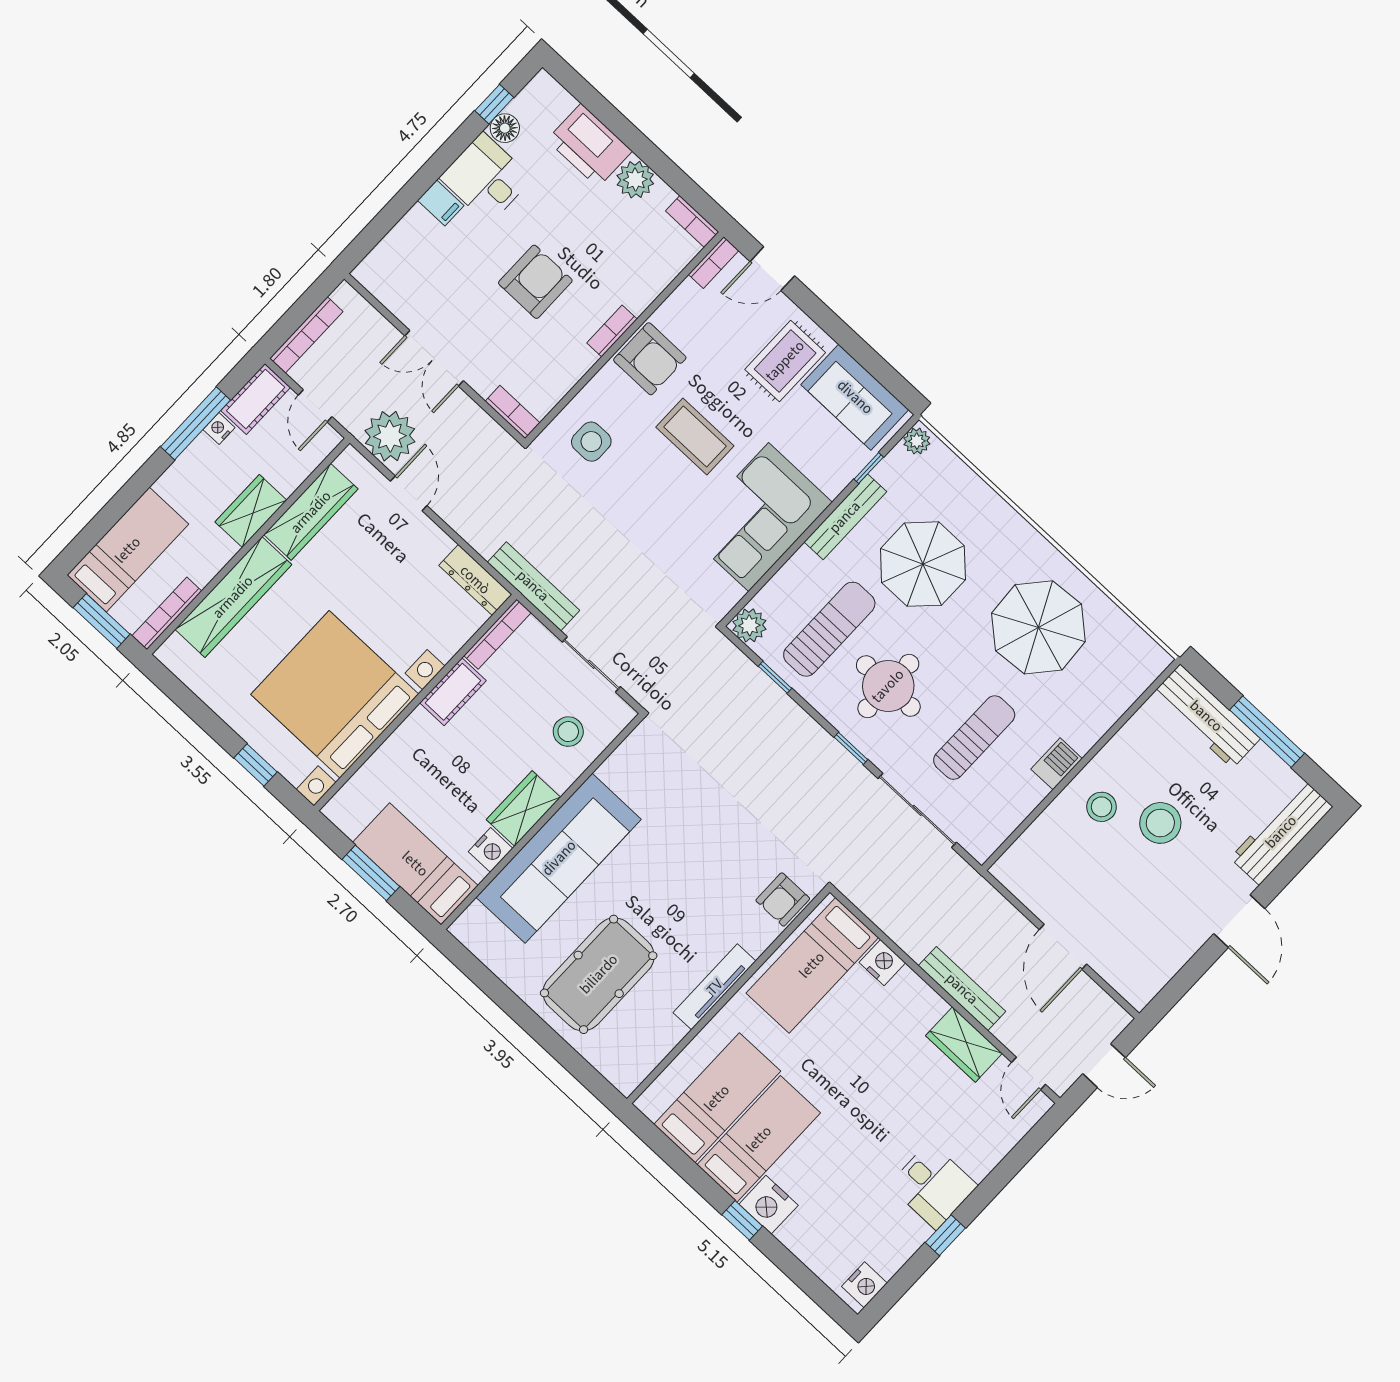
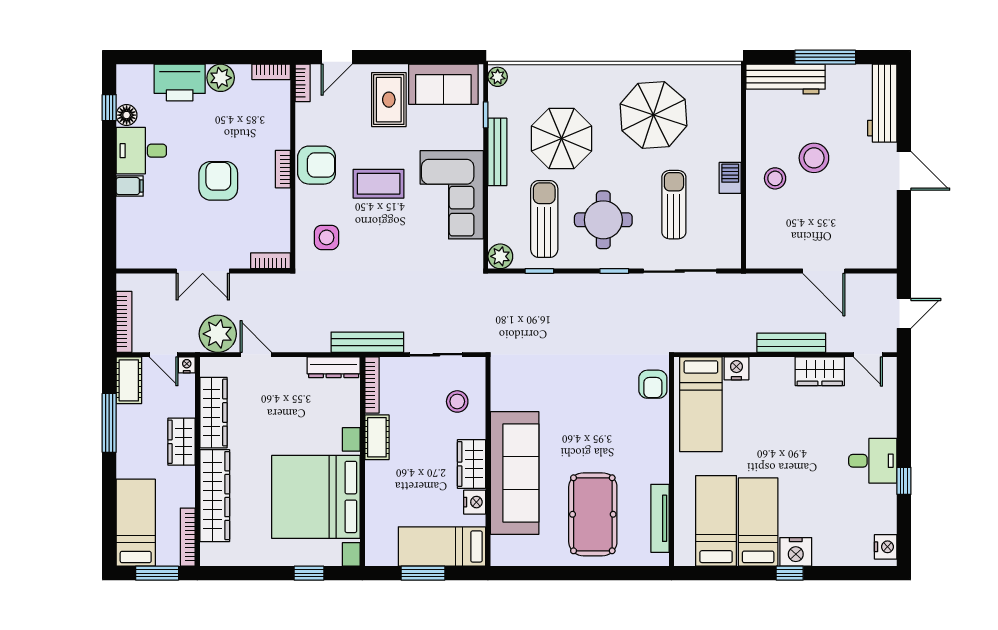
nightstand: (219, 429) -> (187, 365), moved, turned 90
tv unit: (715, 987) -> (660, 518), moved

